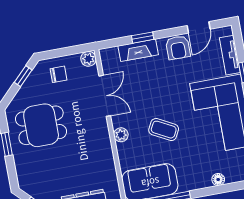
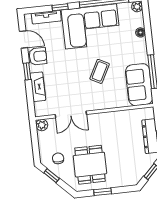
window: (143, 38) -> (27, 71), moved
chair: (59, 74) -> (58, 158), moved
double door: (105, 96) -> (71, 115), swing flipped
plant: (121, 135) -> (101, 104), removed

